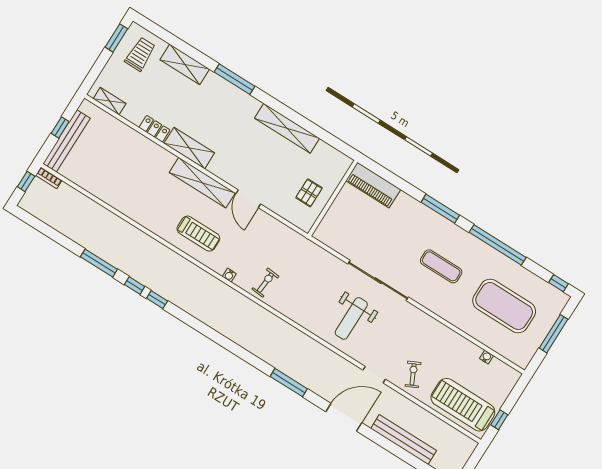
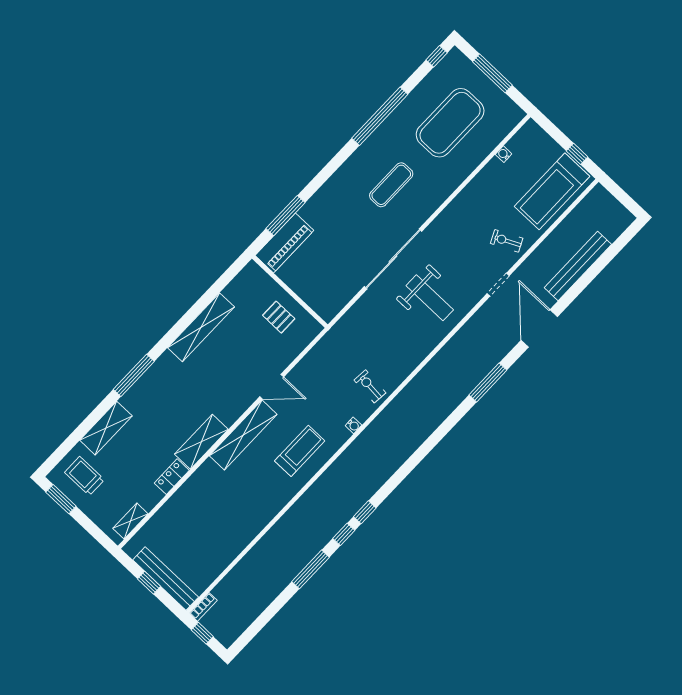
window: (440, 209) -> (286, 216), moved

